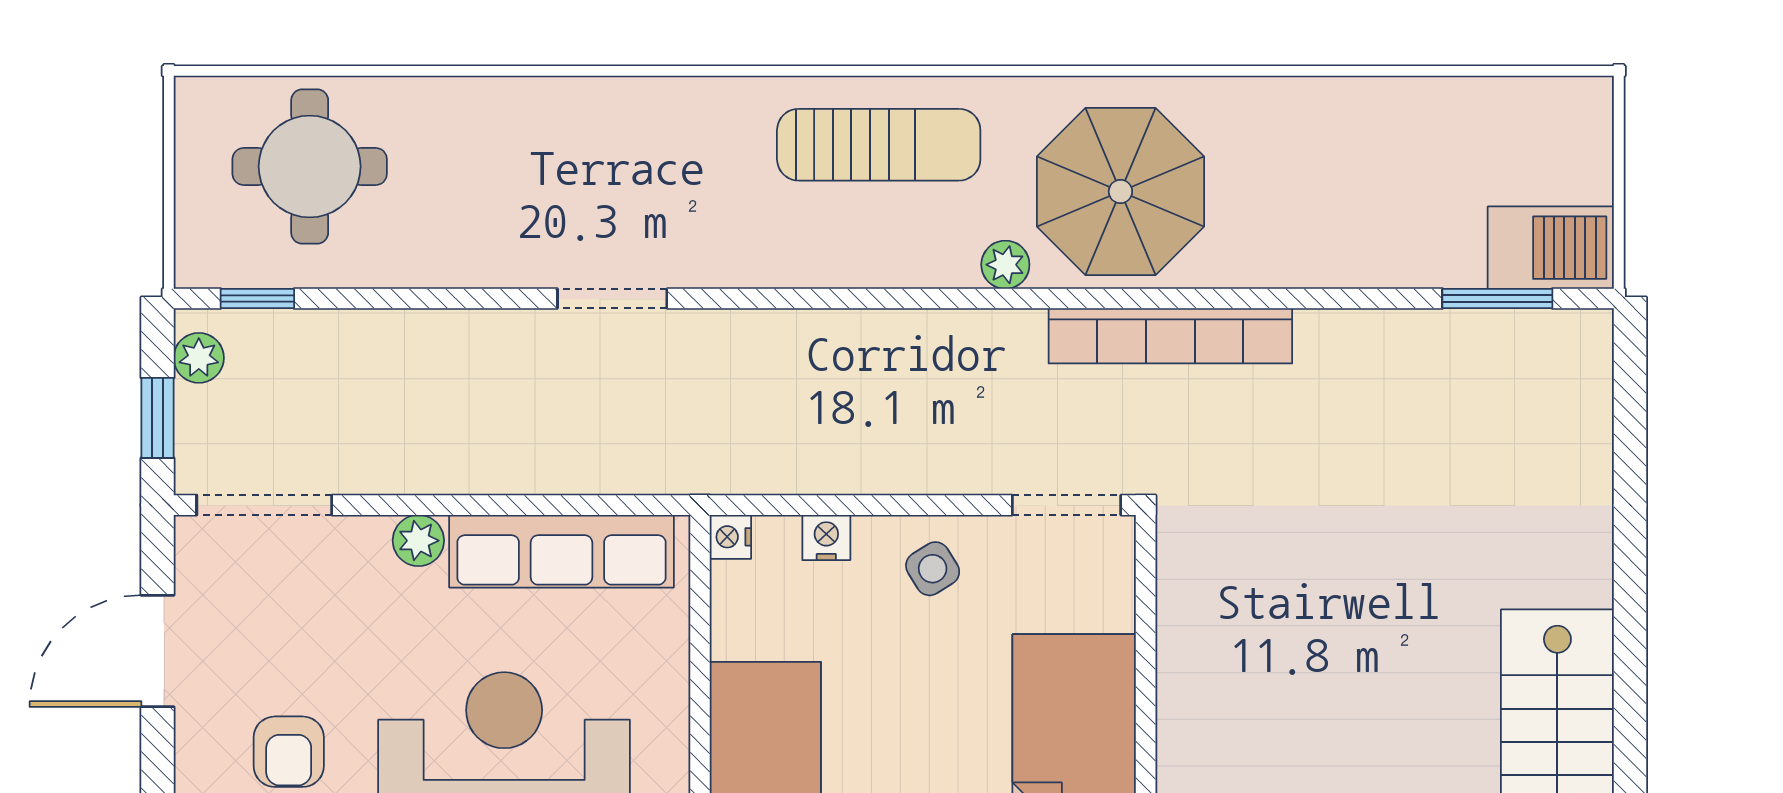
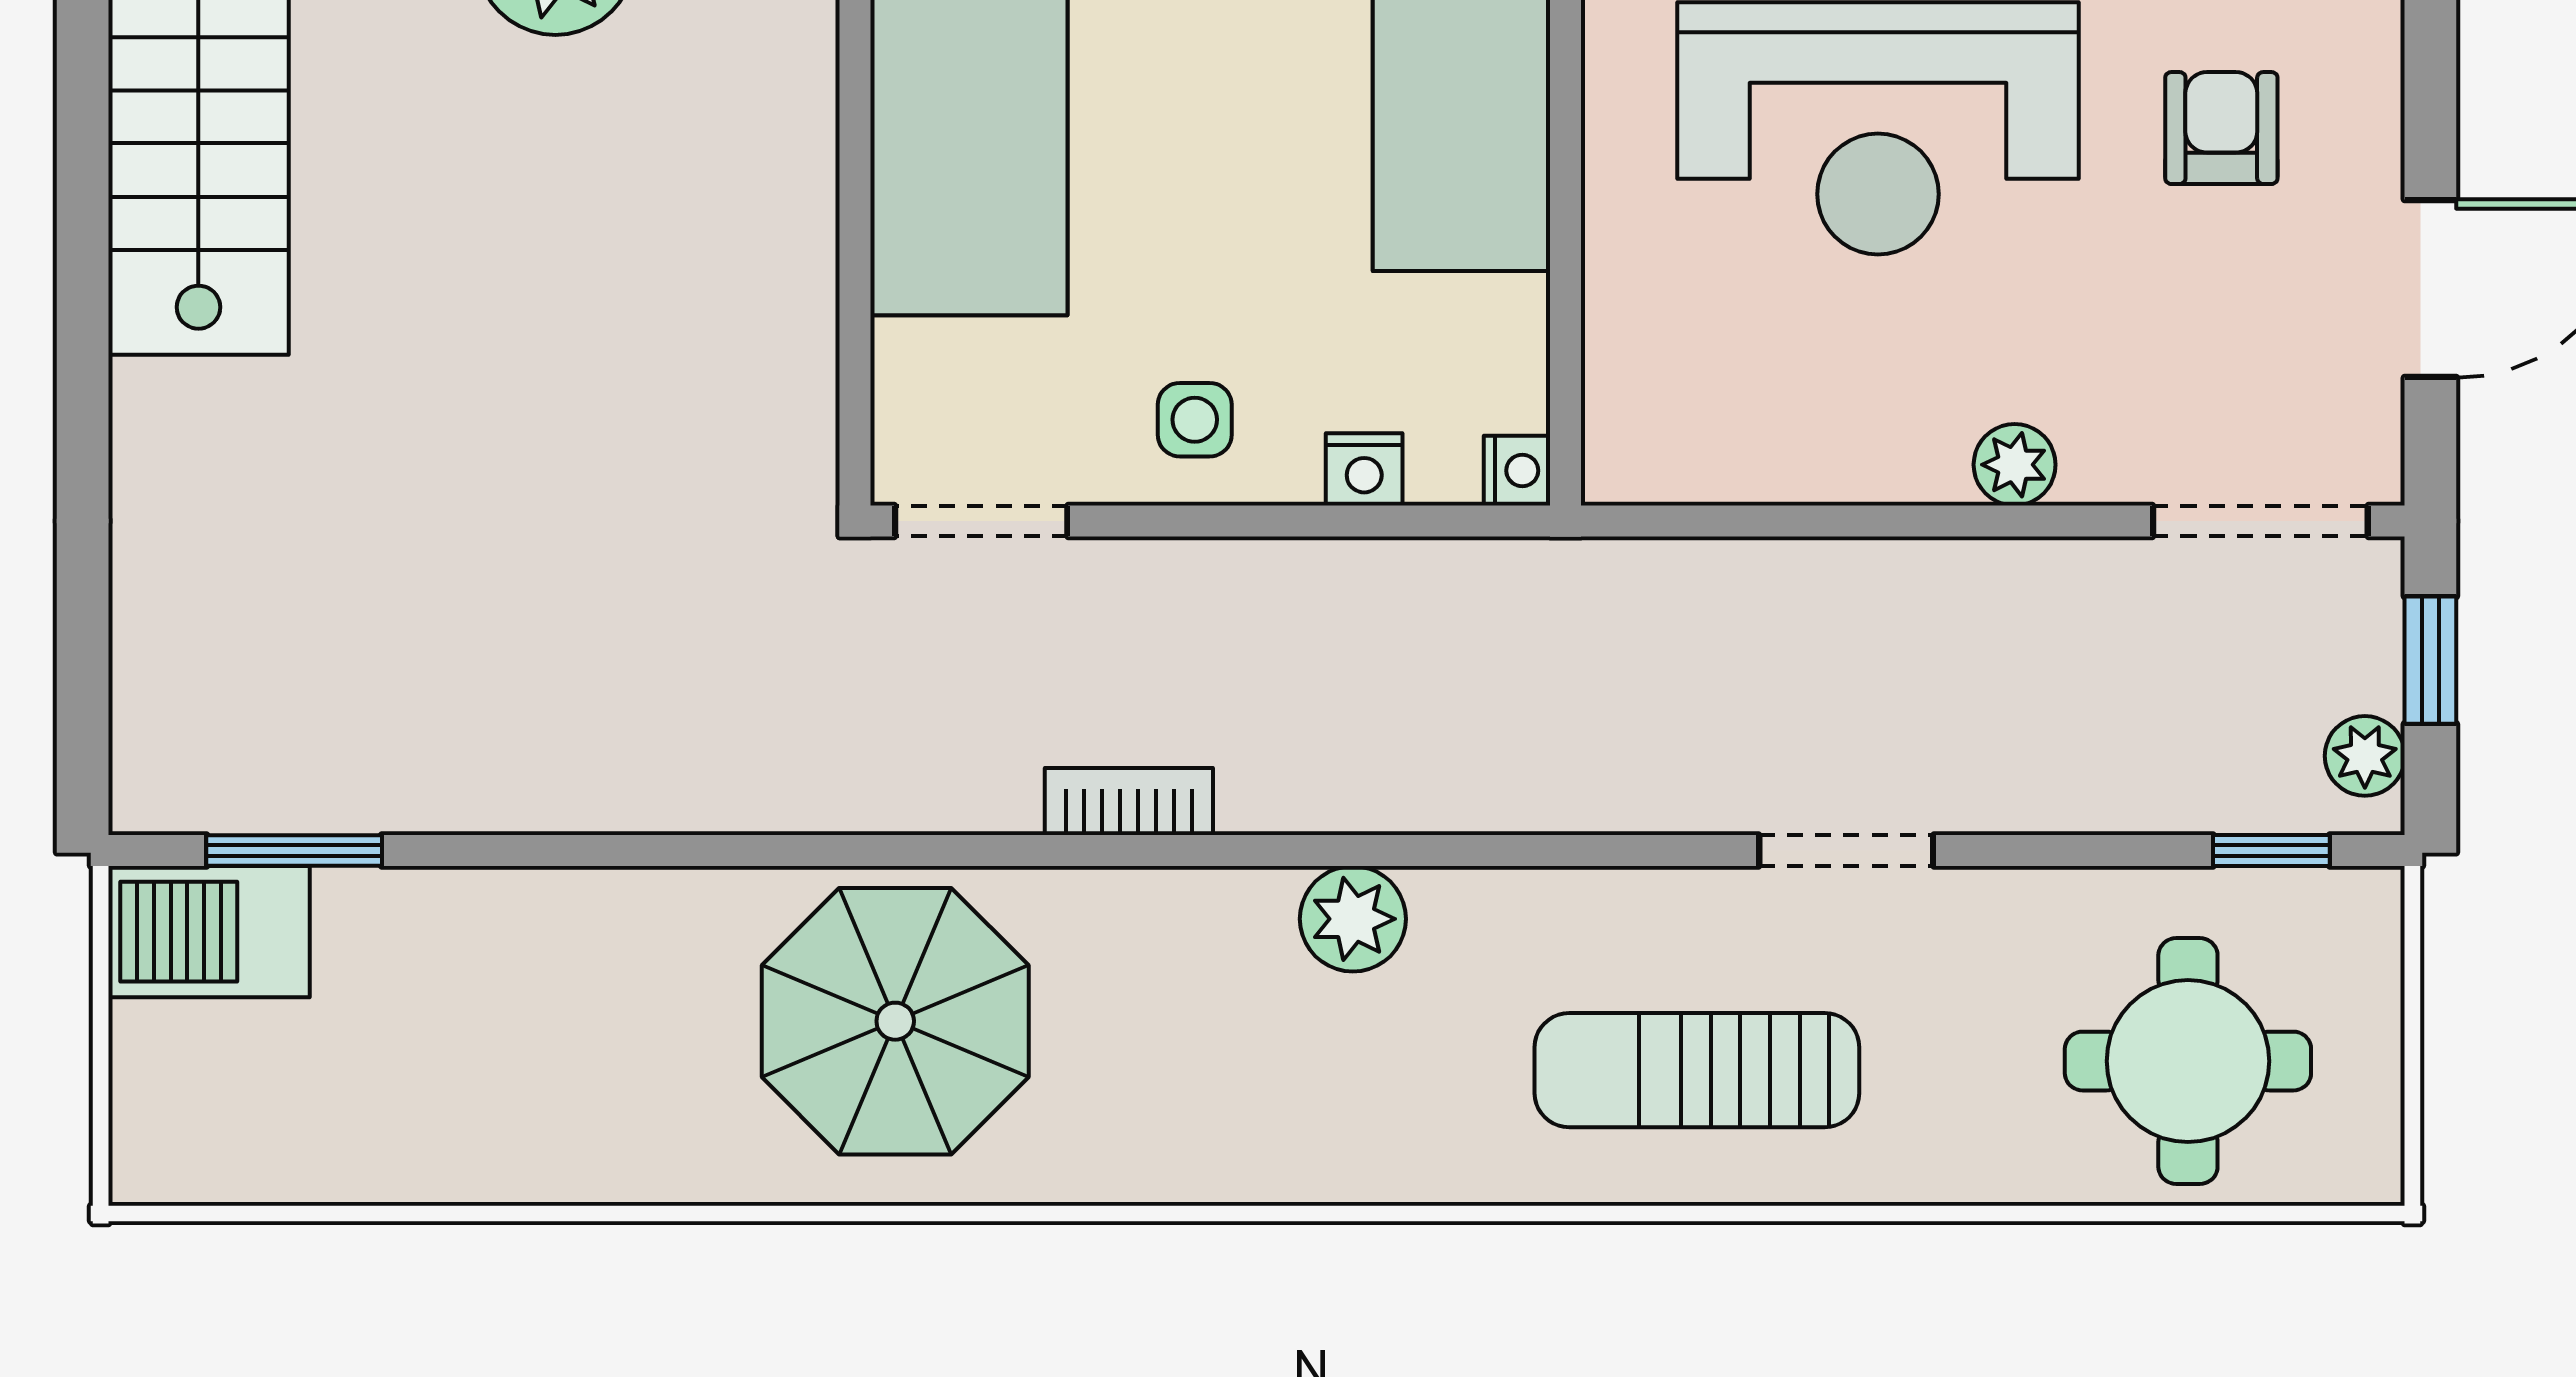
sun lounger: (879, 145) -> (1697, 1070), moved
plant: (1005, 265) -> (1353, 919), moved, width x1.38, depth x1.38
doorway: (612, 299) -> (1846, 851), moved
bookcase: (1170, 336) -> (1129, 802), moved, width x0.43, depth x0.76
row of seats: (561, 551) -> (1786, 448), removed
side table: (933, 569) -> (1195, 420), turned 32

